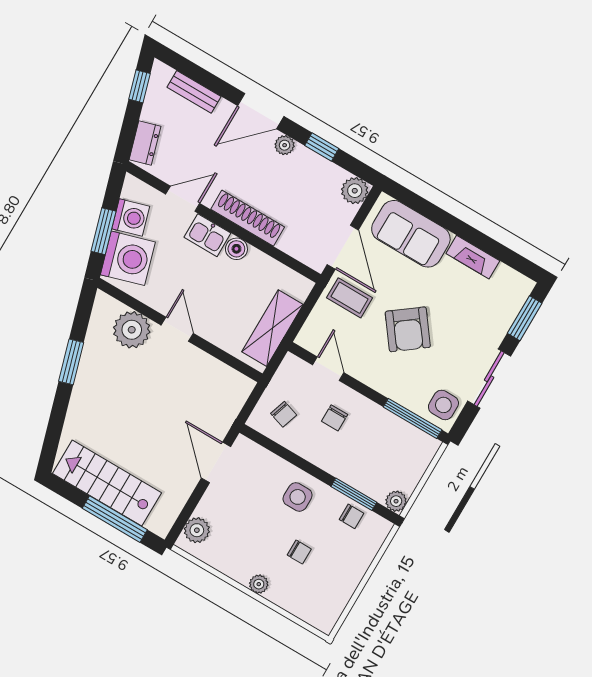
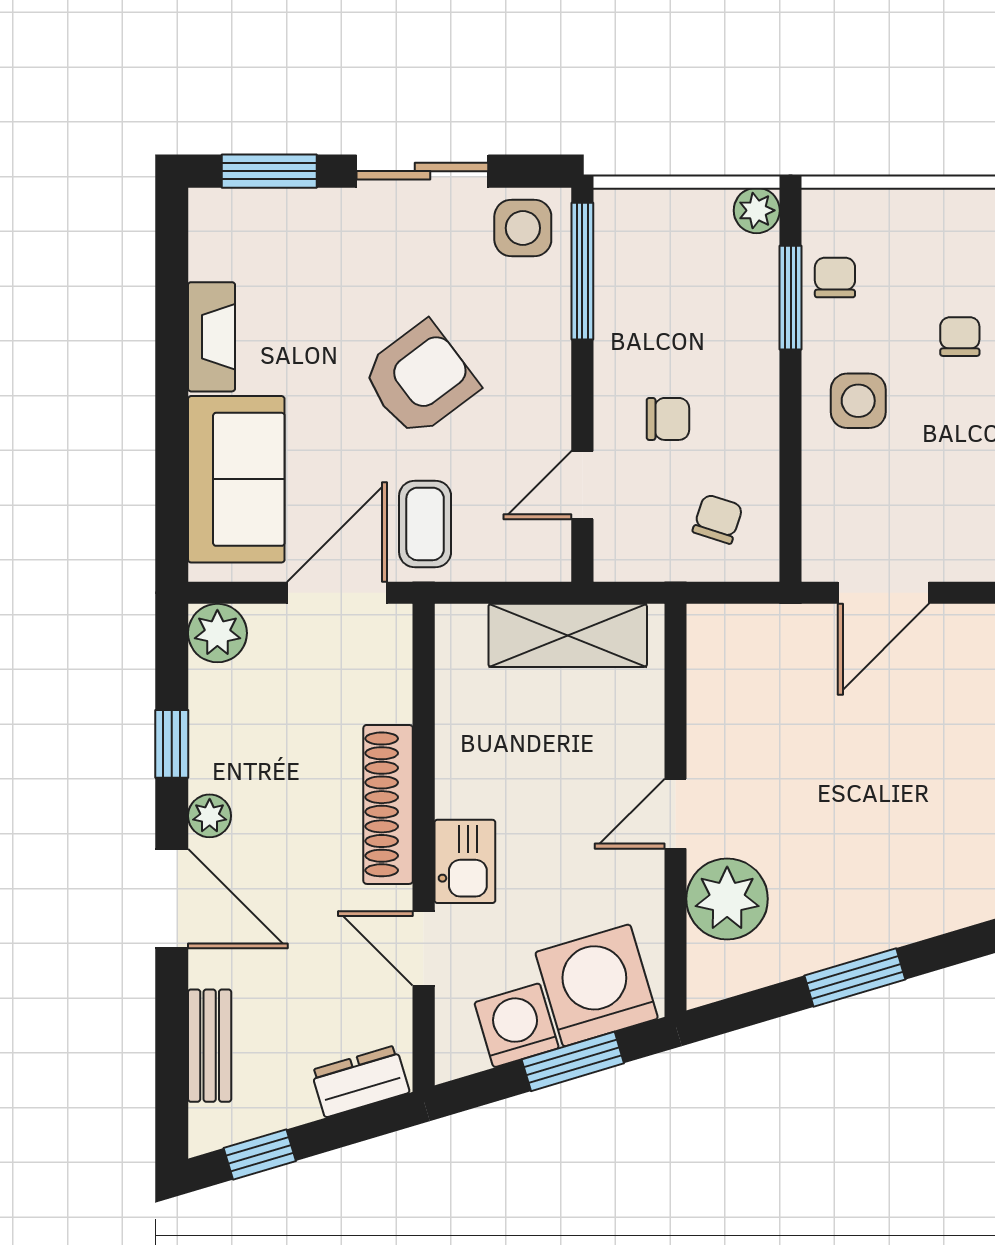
boiler: (236, 249) -> (458, 791), removed

